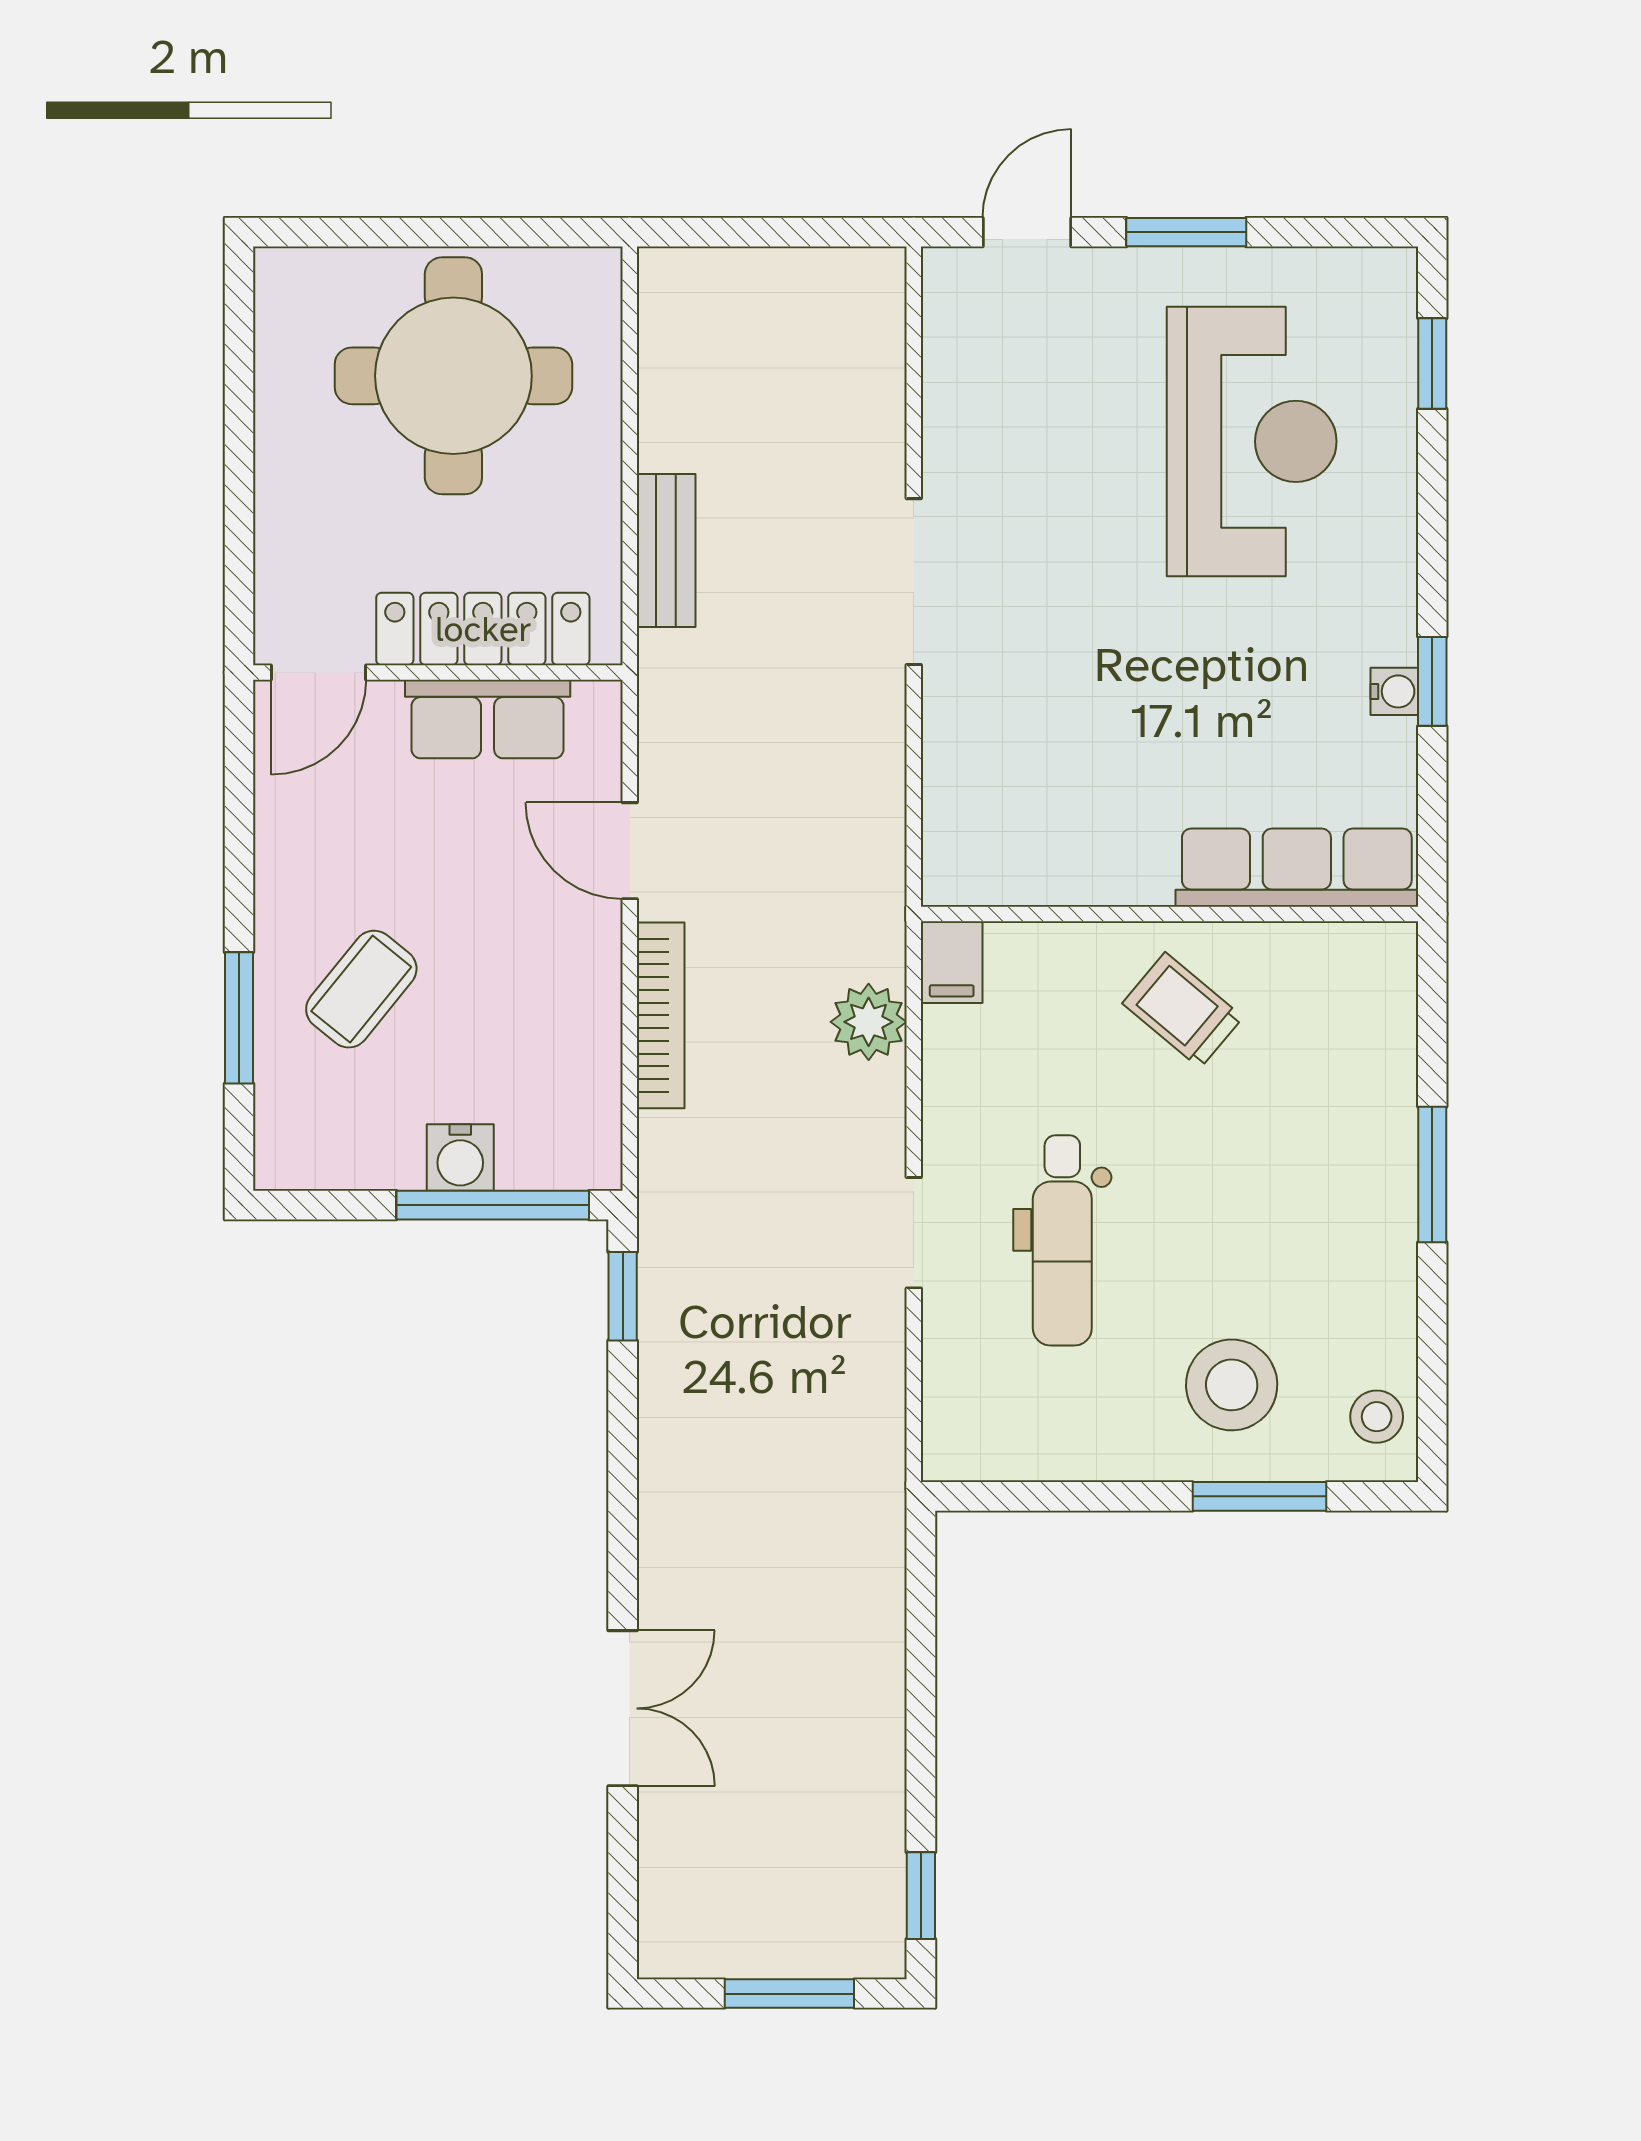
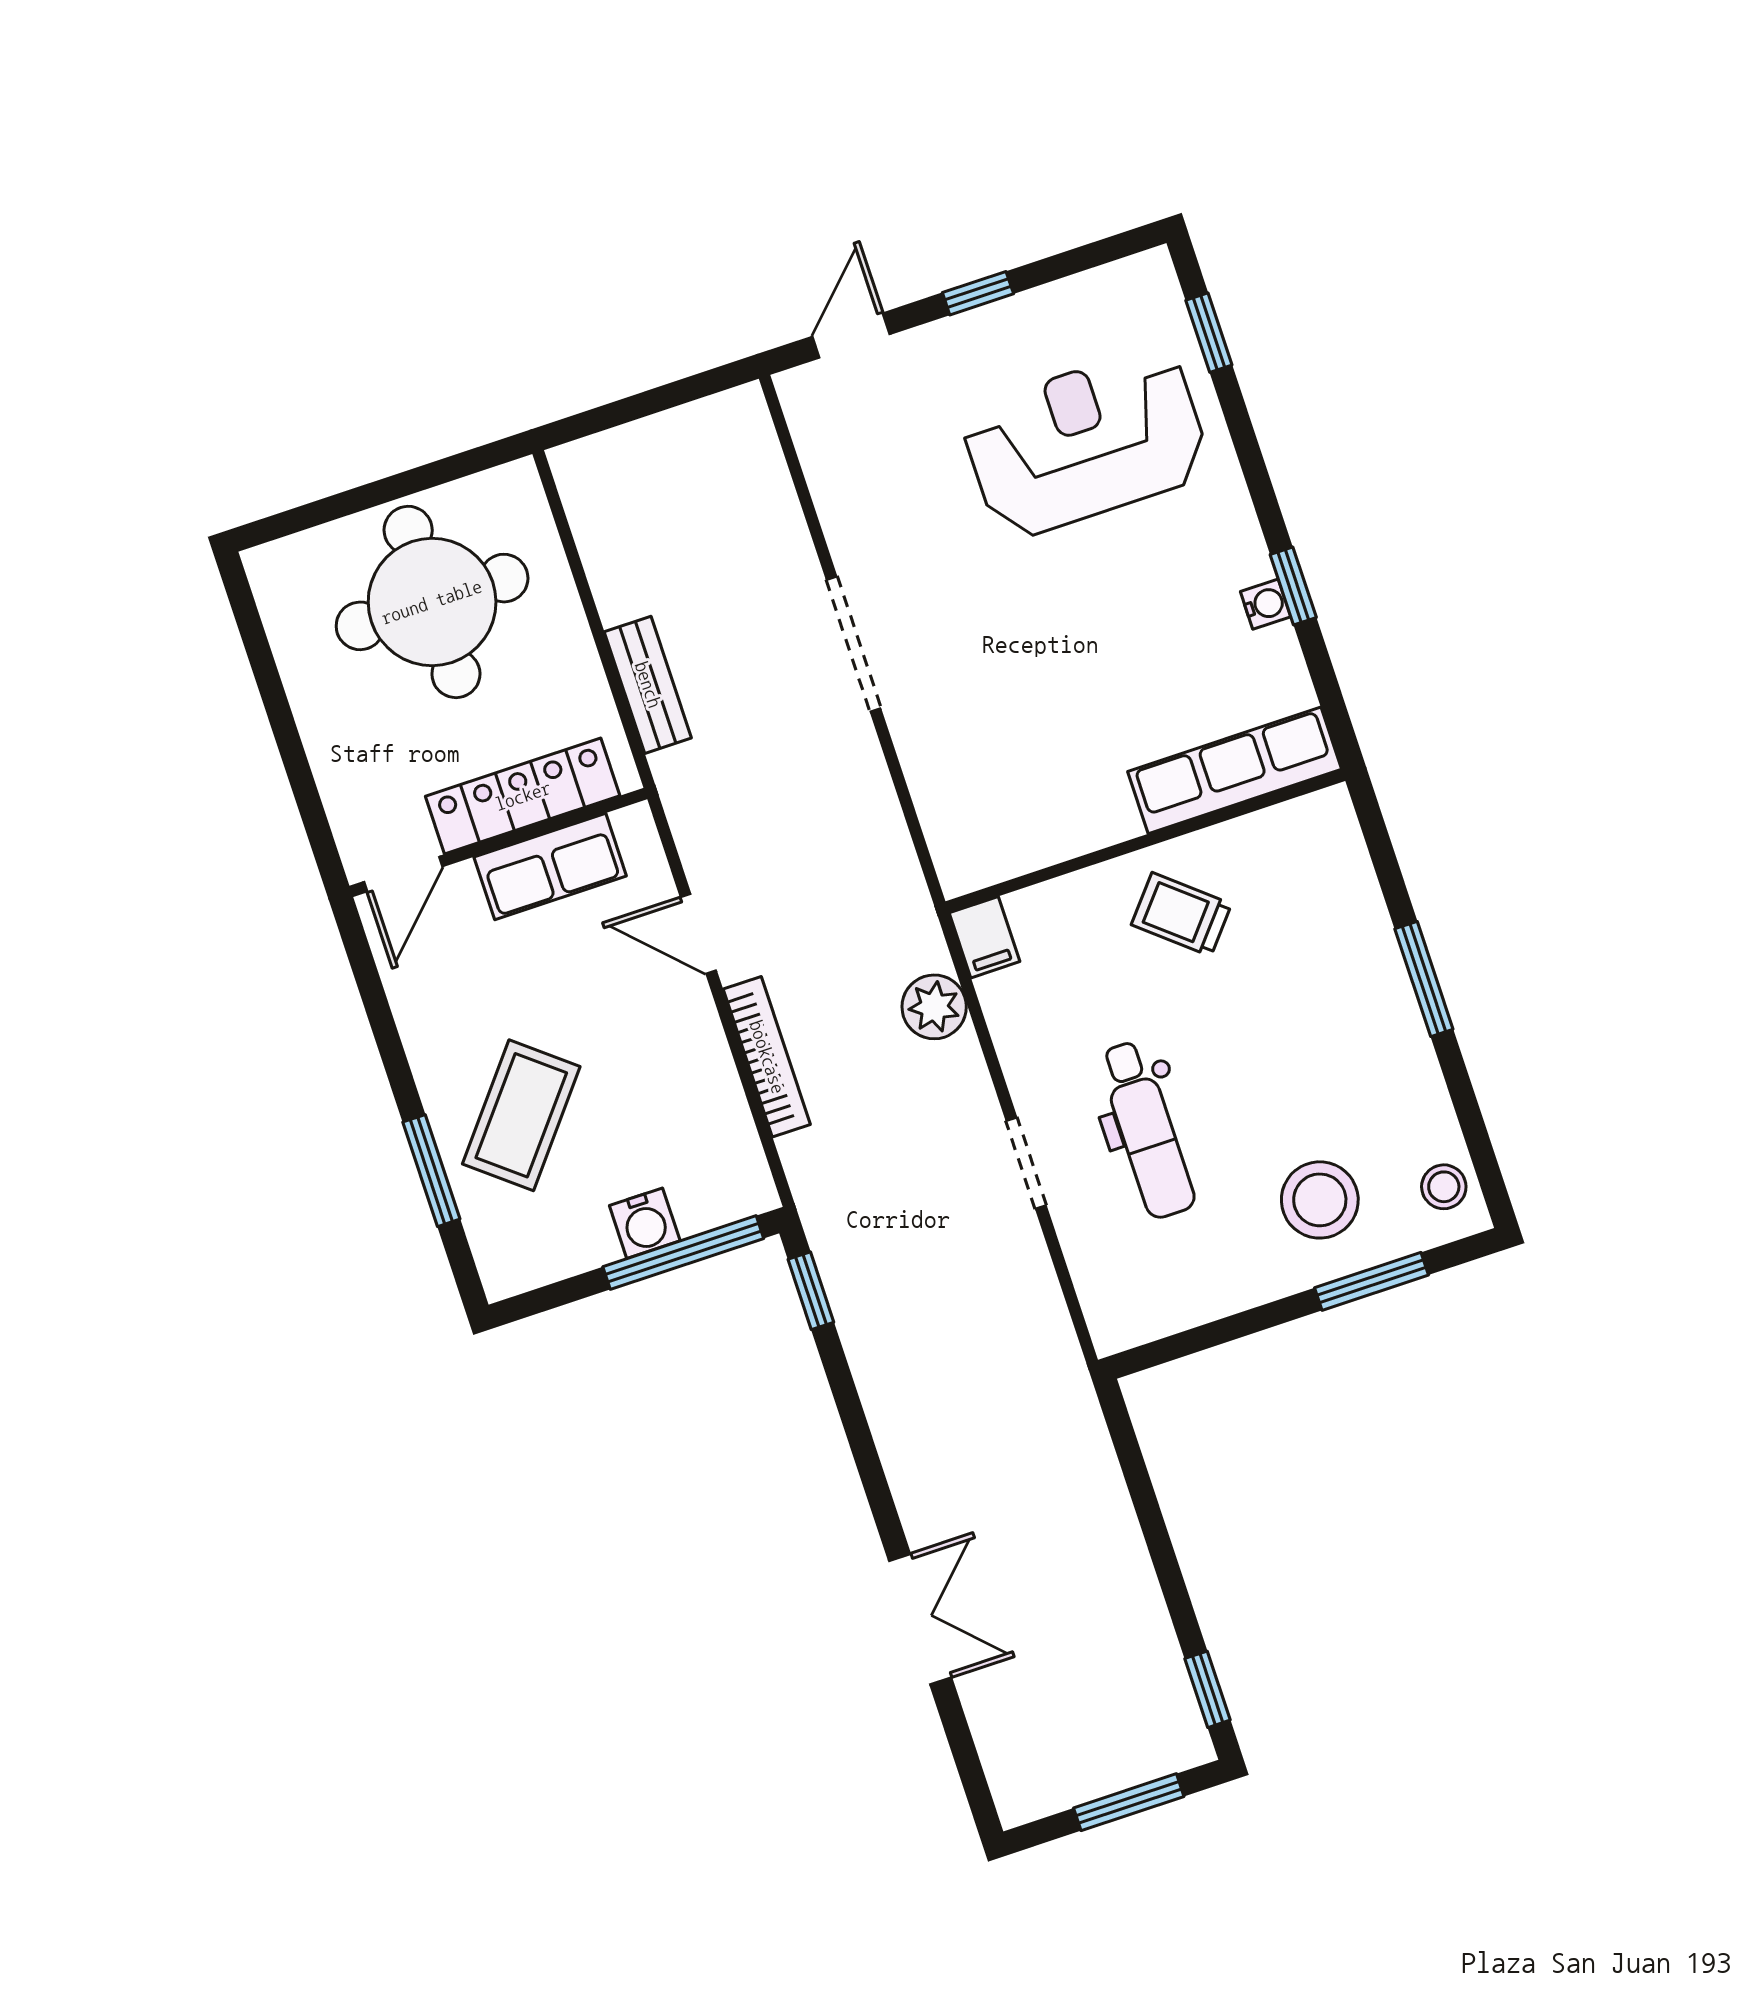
window: (1186, 232) -> (978, 293), width x0.67
reception desk: (1252, 441) -> (1086, 443), turned -90
coffee table: (361, 989) -> (521, 1115), width x1.36, depth x1.30

